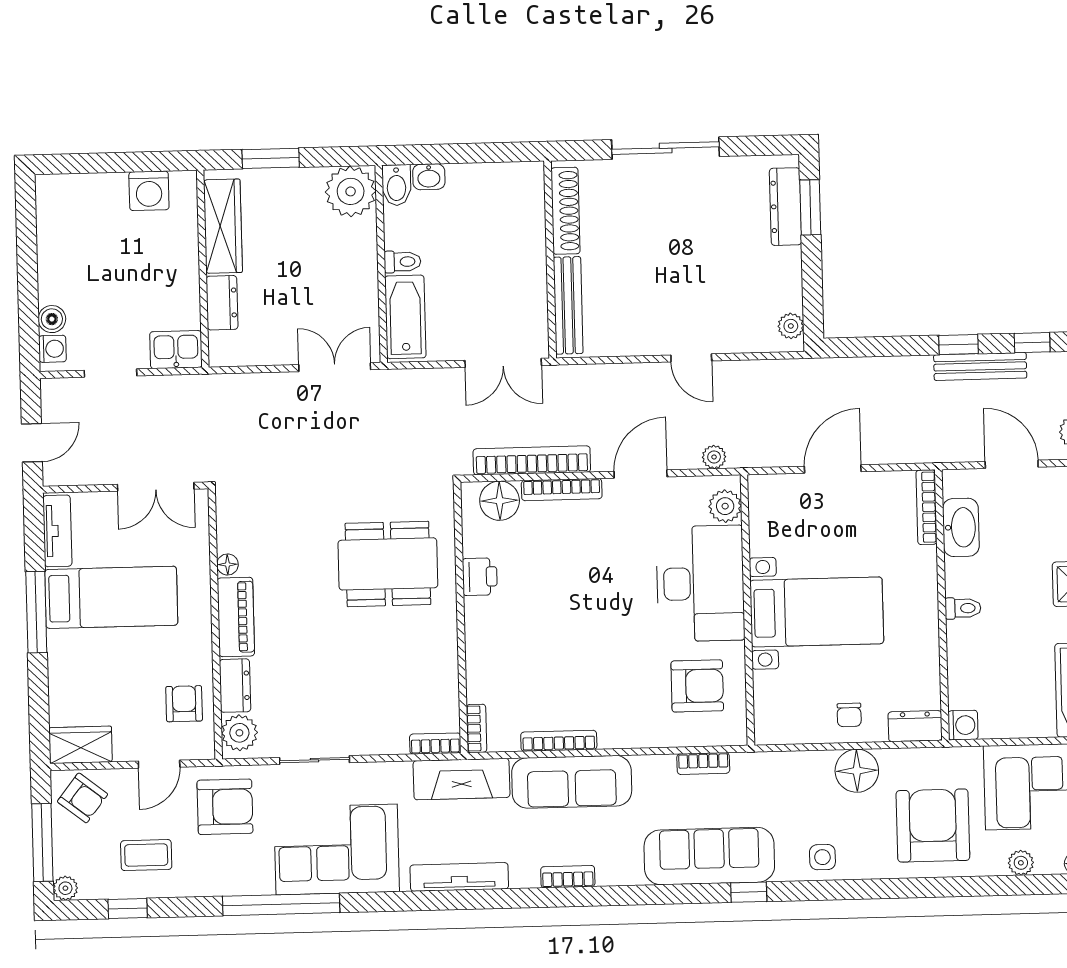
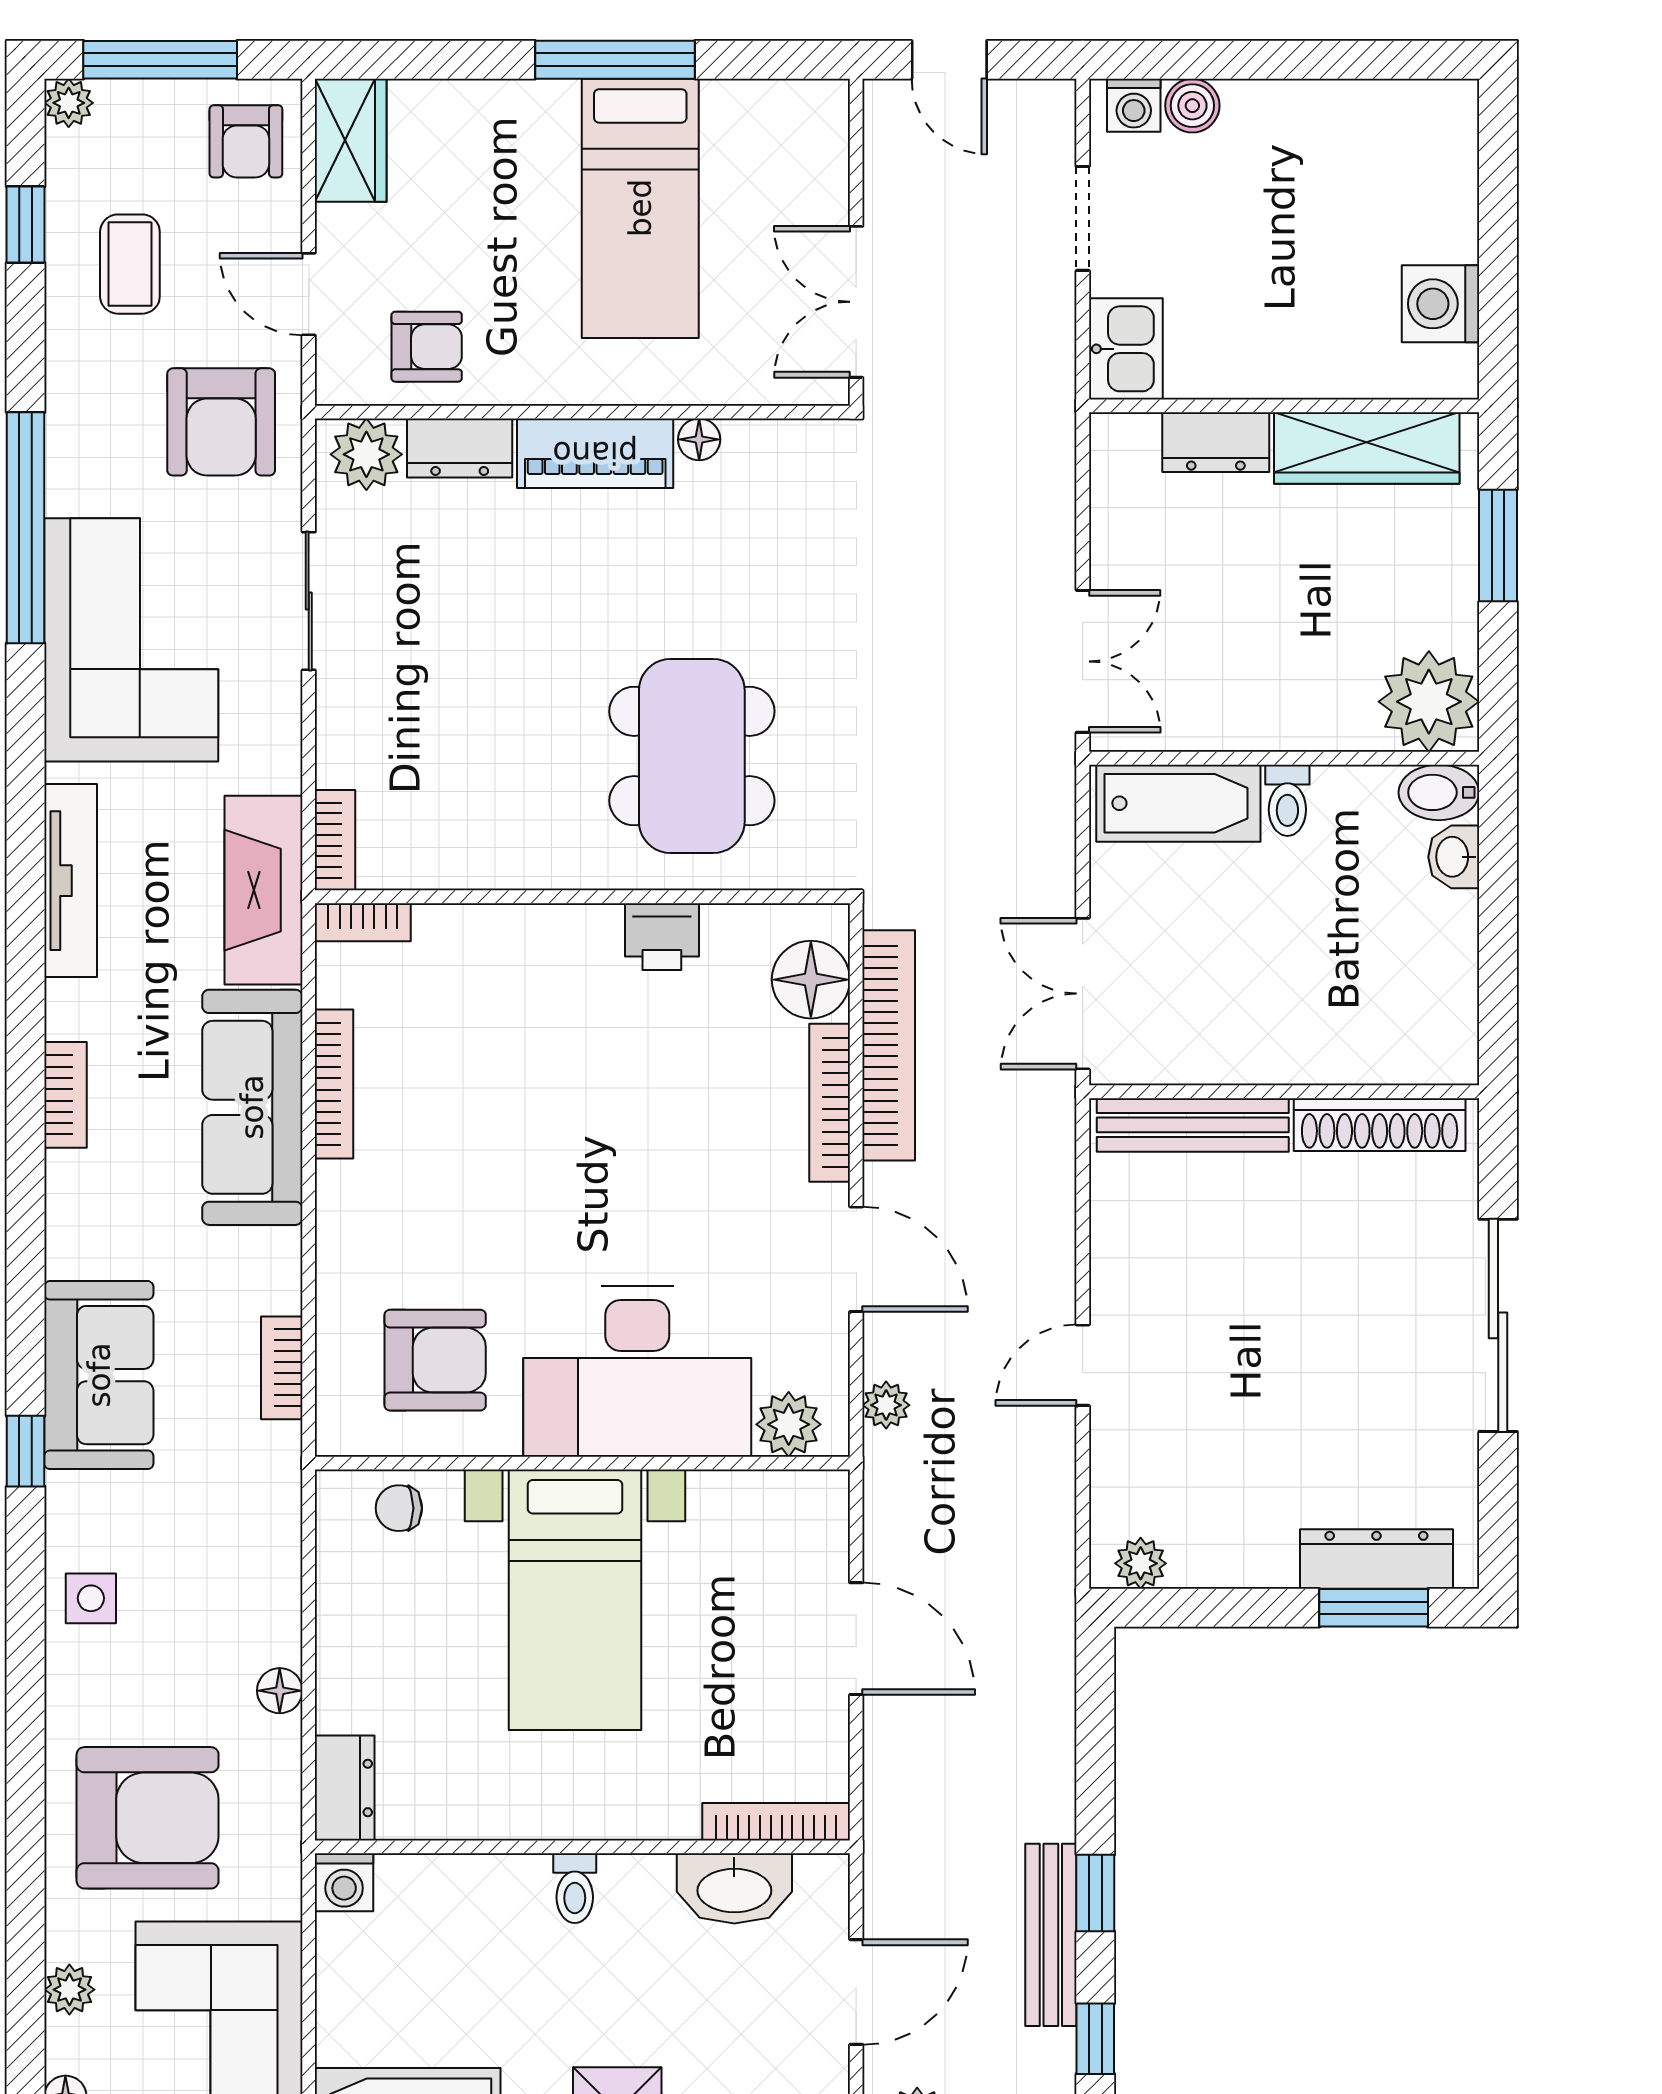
tv unit: (57, 531) -> (774, 106), removed
armchair: (697, 686) -> (435, 1360), turned -90
chair: (849, 715) -> (399, 1508), moved
floor lamp: (857, 771) -> (280, 1691), width x0.53, depth x0.53
armchair: (83, 798) -> (246, 141), turned -38
sofa: (709, 856) -> (99, 1375), width x0.73

